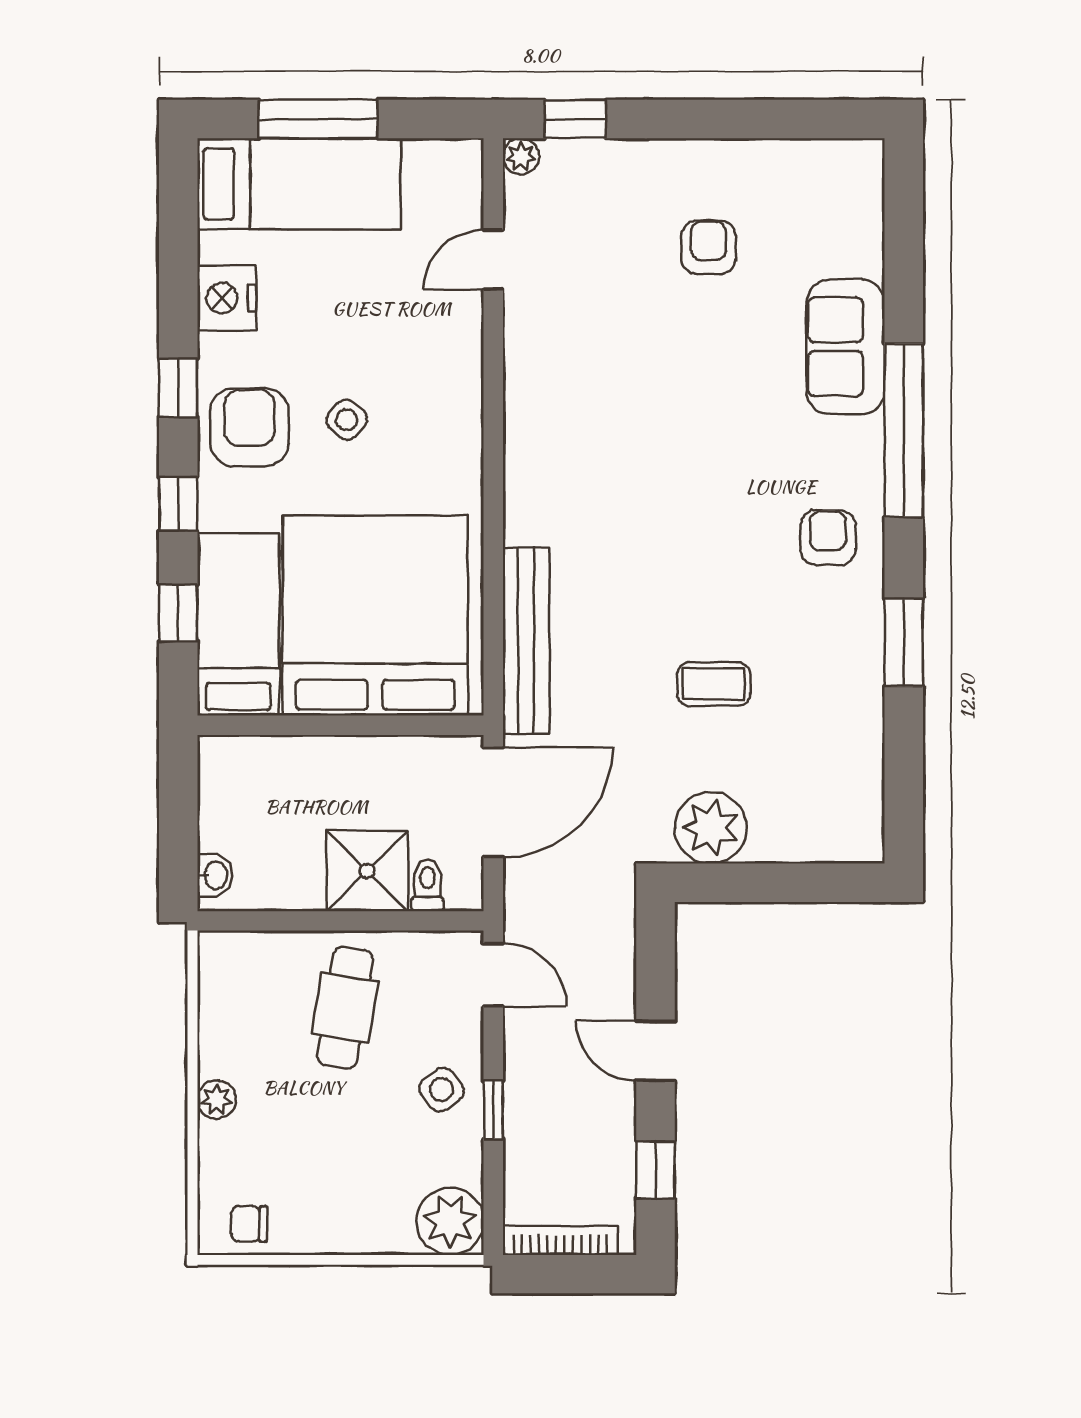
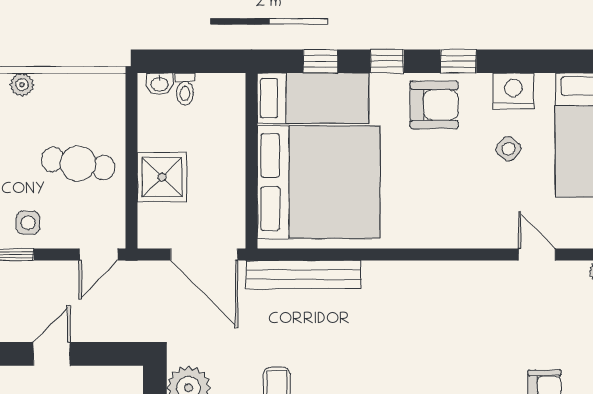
side table: (347, 420) -> (508, 149), moved
toilet: (428, 885) -> (185, 89), moved, turned 90
side table: (441, 1090) -> (28, 223), turned 37

